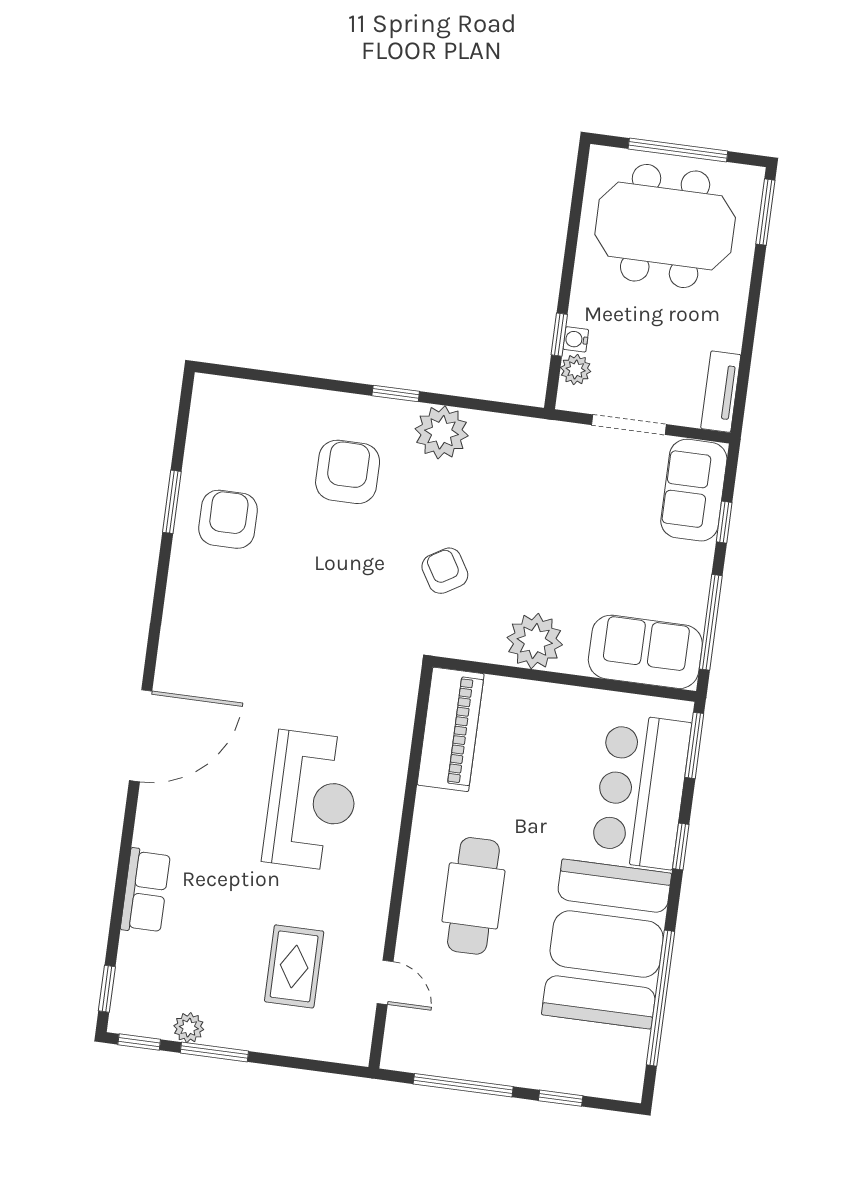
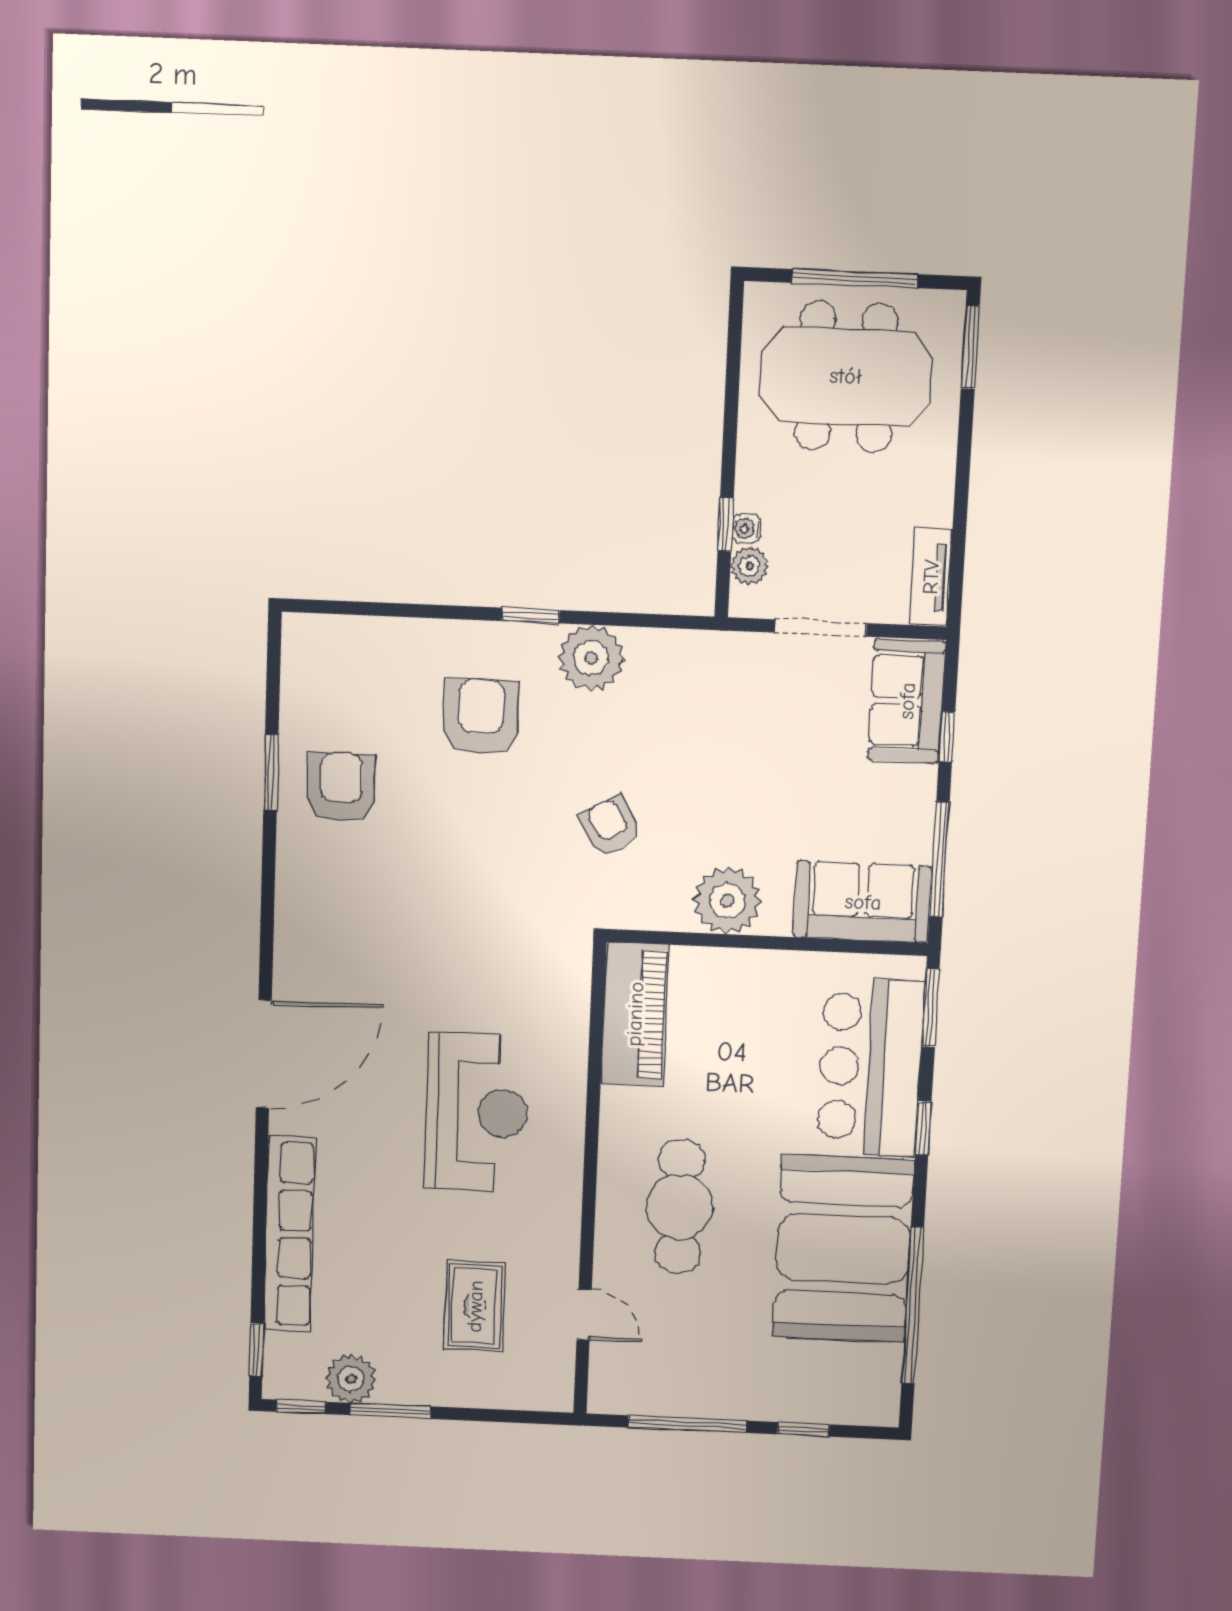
row of seats: (145, 891) -> (290, 1234), width x2.02
plant: (189, 1028) -> (351, 1379), width x1.38, depth x1.38

